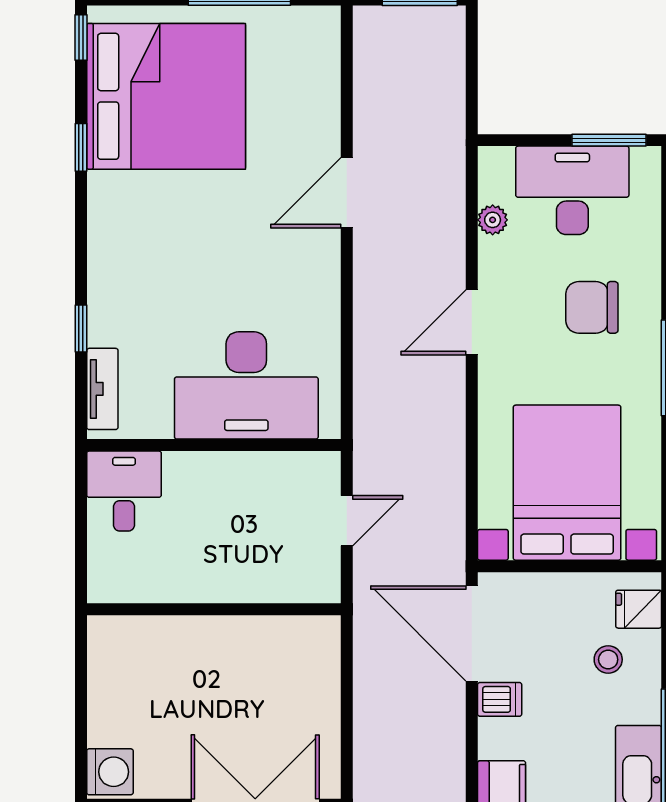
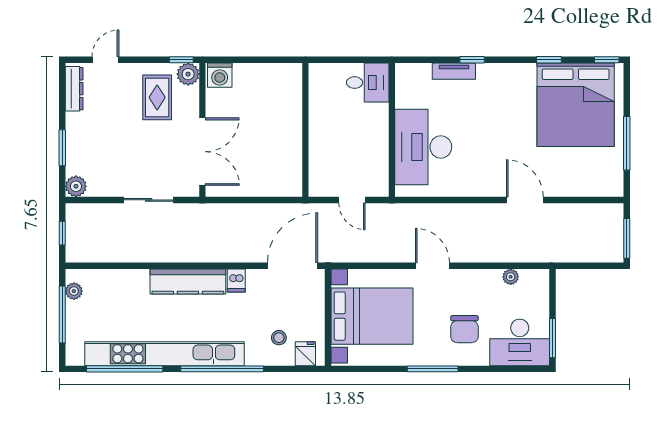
desk: (572, 190) -> (520, 342), moved, turned 90
chair: (592, 307) -> (464, 329), turned 180
door: (472, 322) -> (433, 266), moved
window: (81, 329) -> (472, 60), moved
tv unit: (102, 389) -> (454, 71), moved
dishwasher: (500, 699) -> (236, 280), moved

